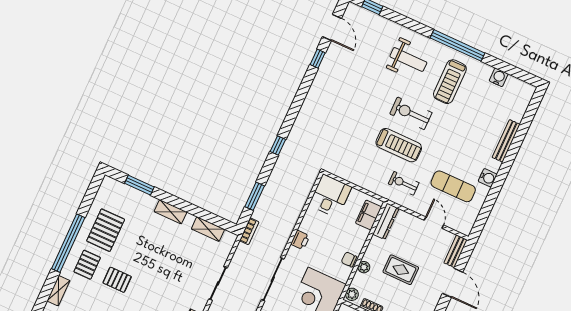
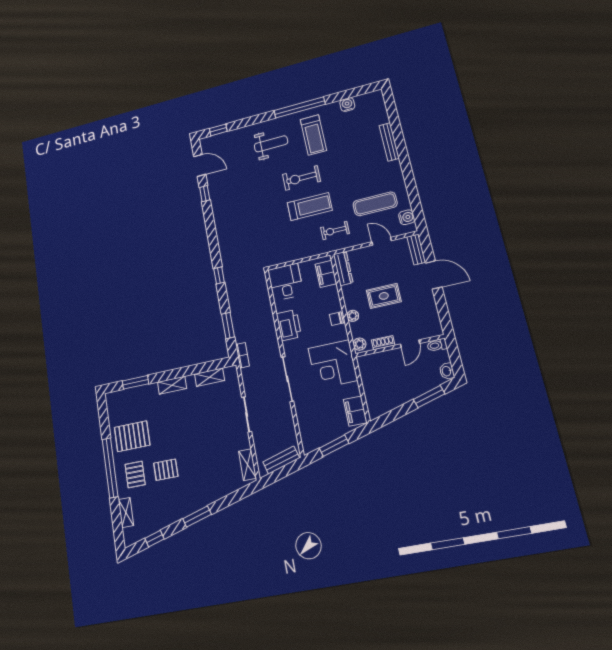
water cooler: (488, 178) -> (407, 217), moved
pallet: (106, 230) -> (132, 436), turned 90
printer: (300, 240) -> (289, 325), width x1.87, depth x1.48

